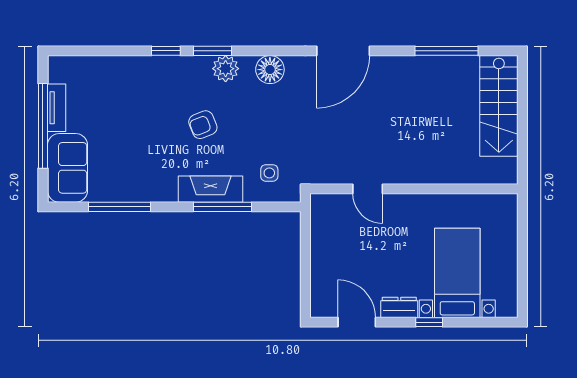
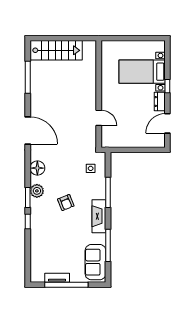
sofa: (67, 168) -> (95, 262), moved, turned -90
fireplace: (210, 189) -> (99, 216), moved
door: (368, 189) -> (99, 118), hinge flipped

